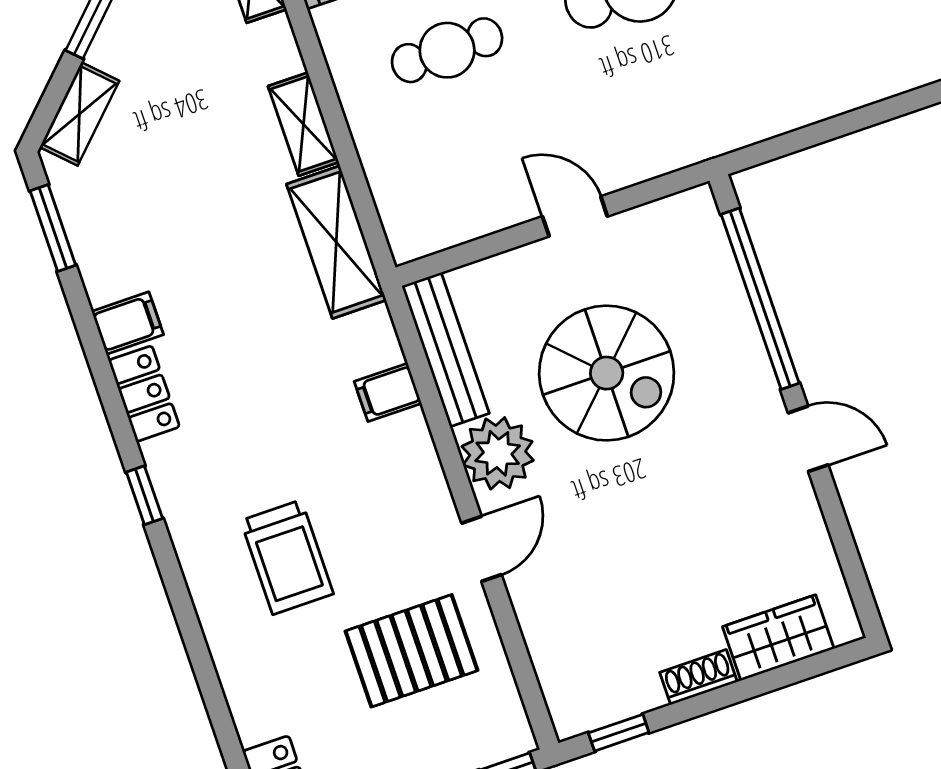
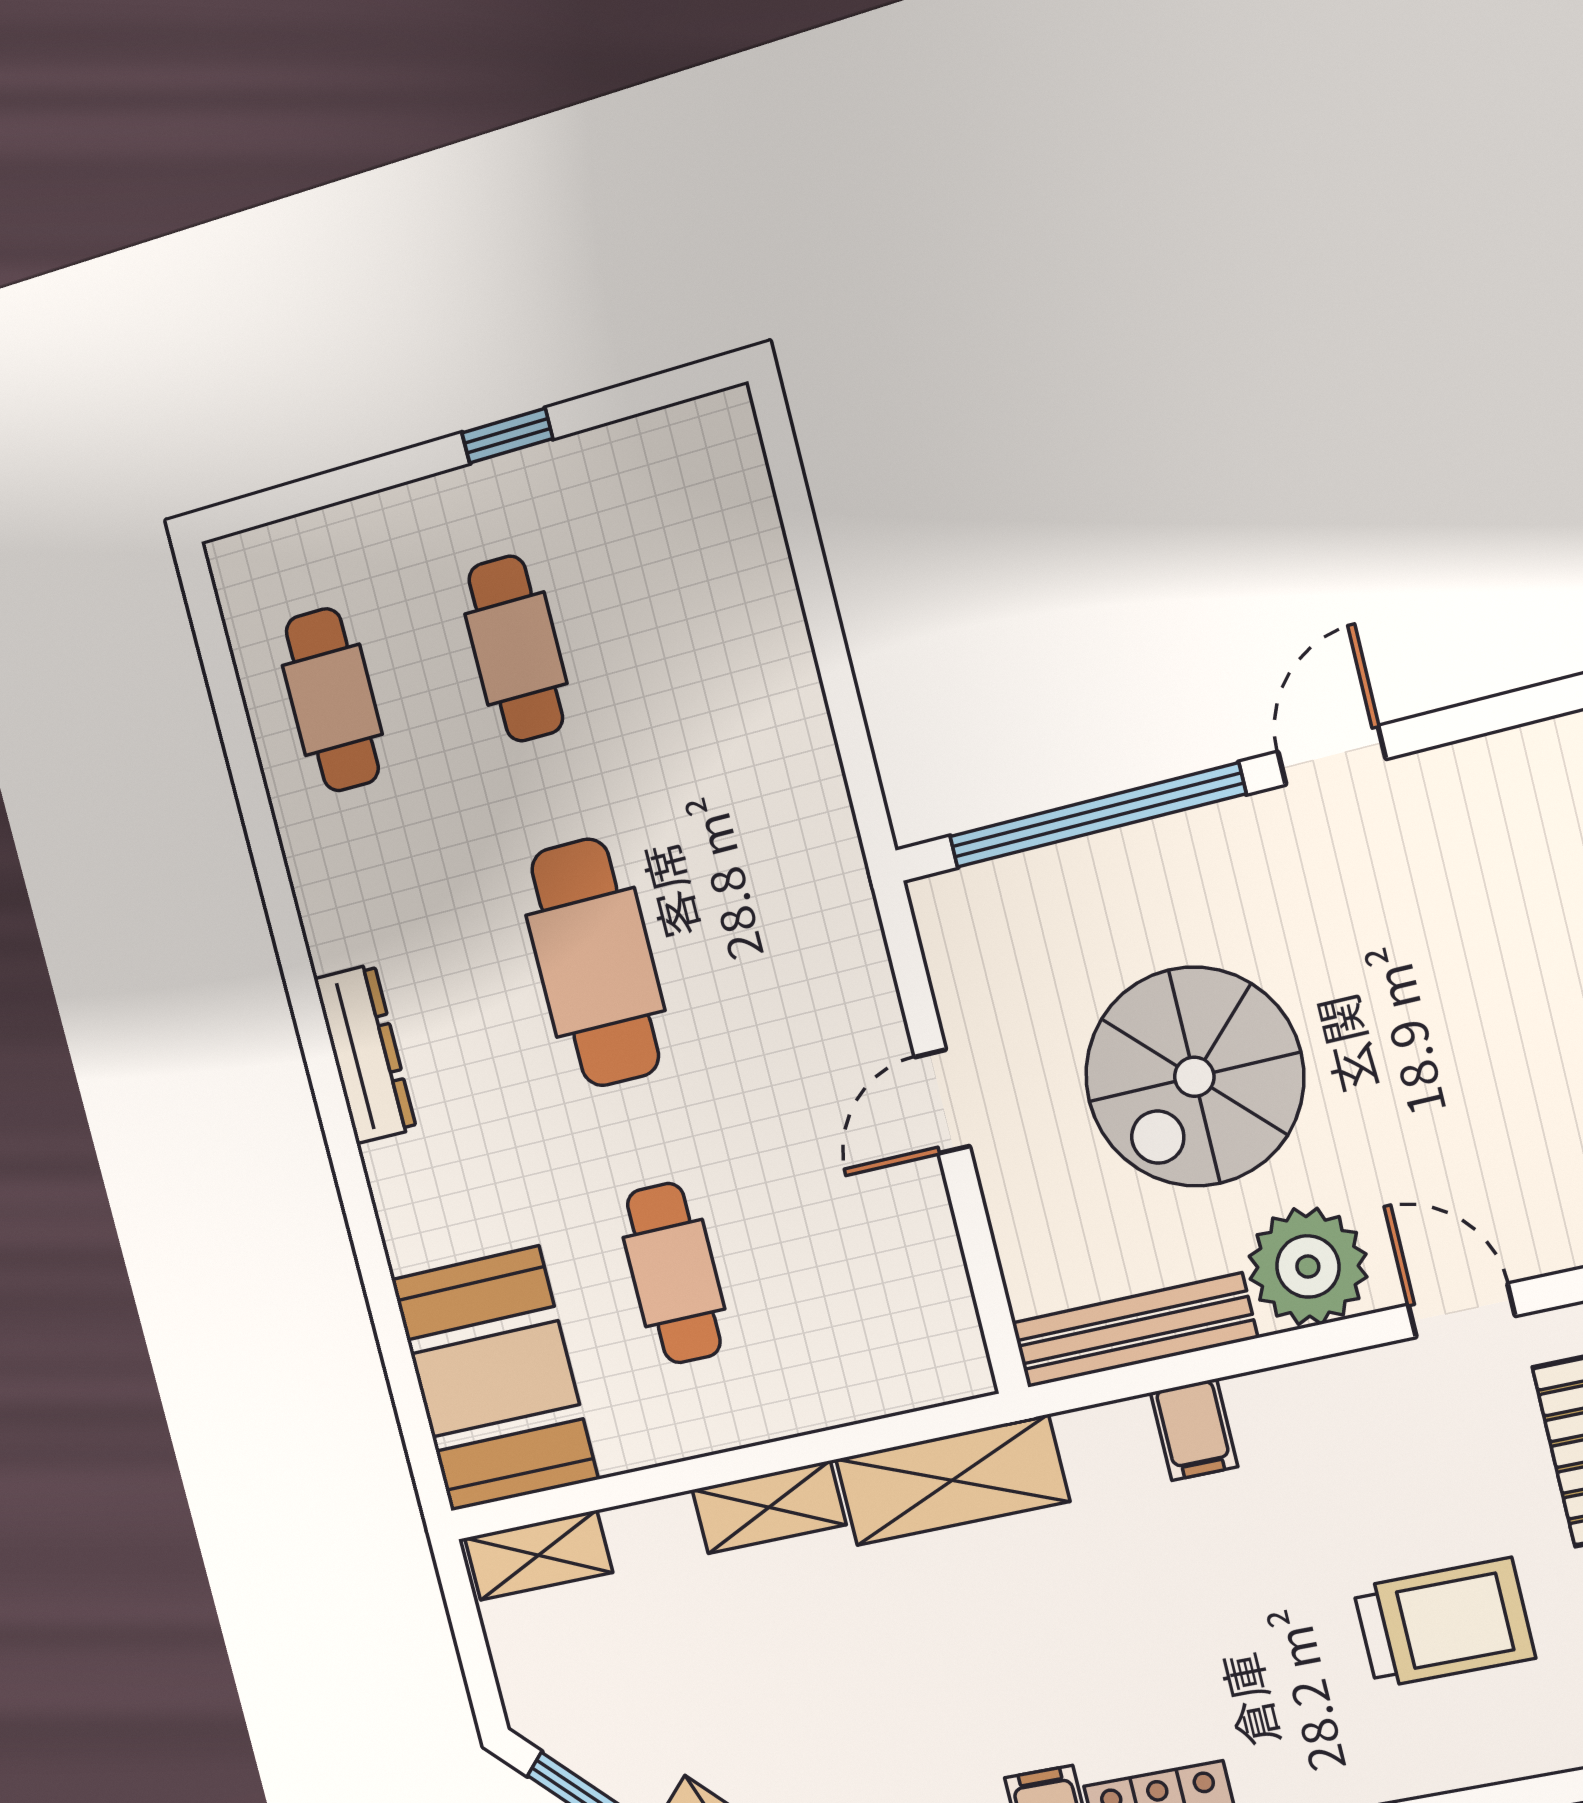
spiral stairs: (607, 373) -> (1194, 1077), turned 180

